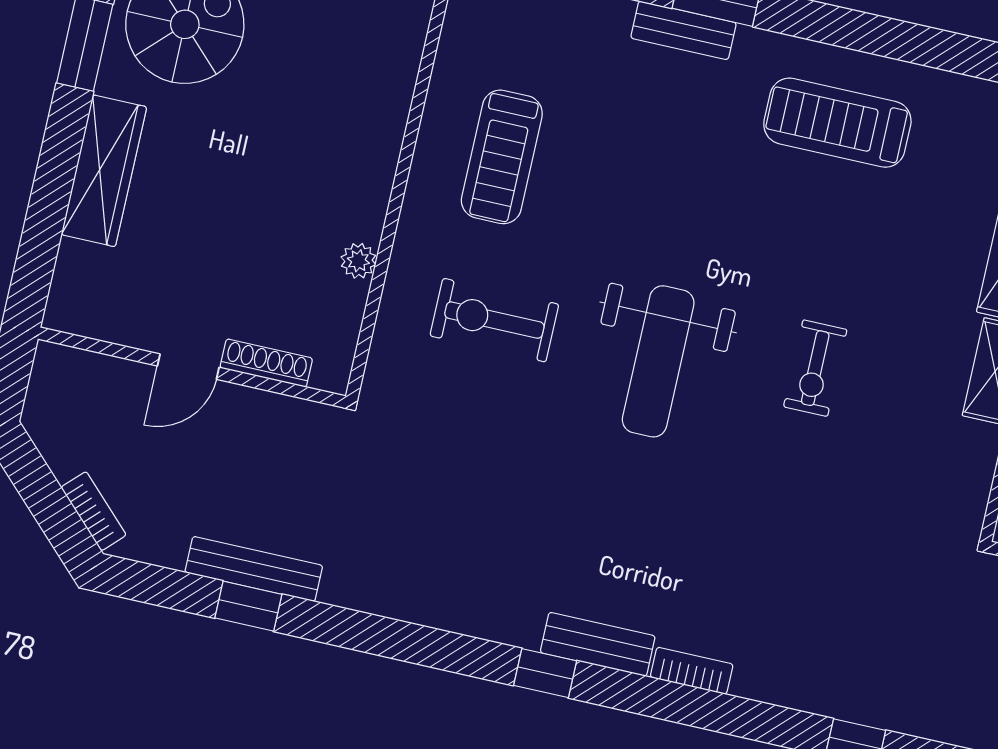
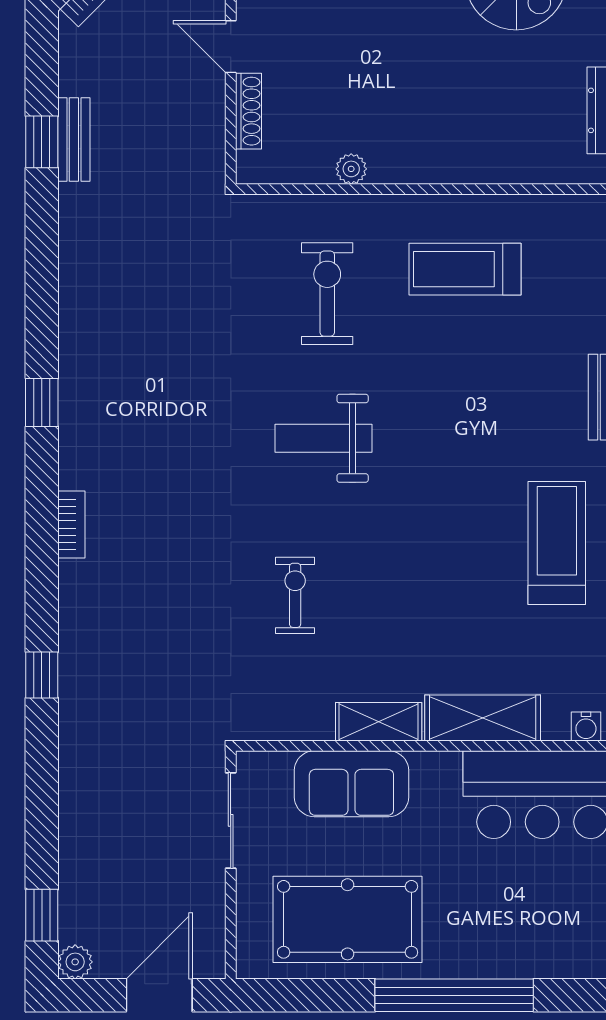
weight bench: (658, 361) -> (324, 438), width x0.73, depth x0.75
exercise bike: (815, 368) -> (295, 595), moved, turned 90
bench: (254, 569) -> (74, 139), width x0.73
bench: (598, 644) -> (76, 441), removed

